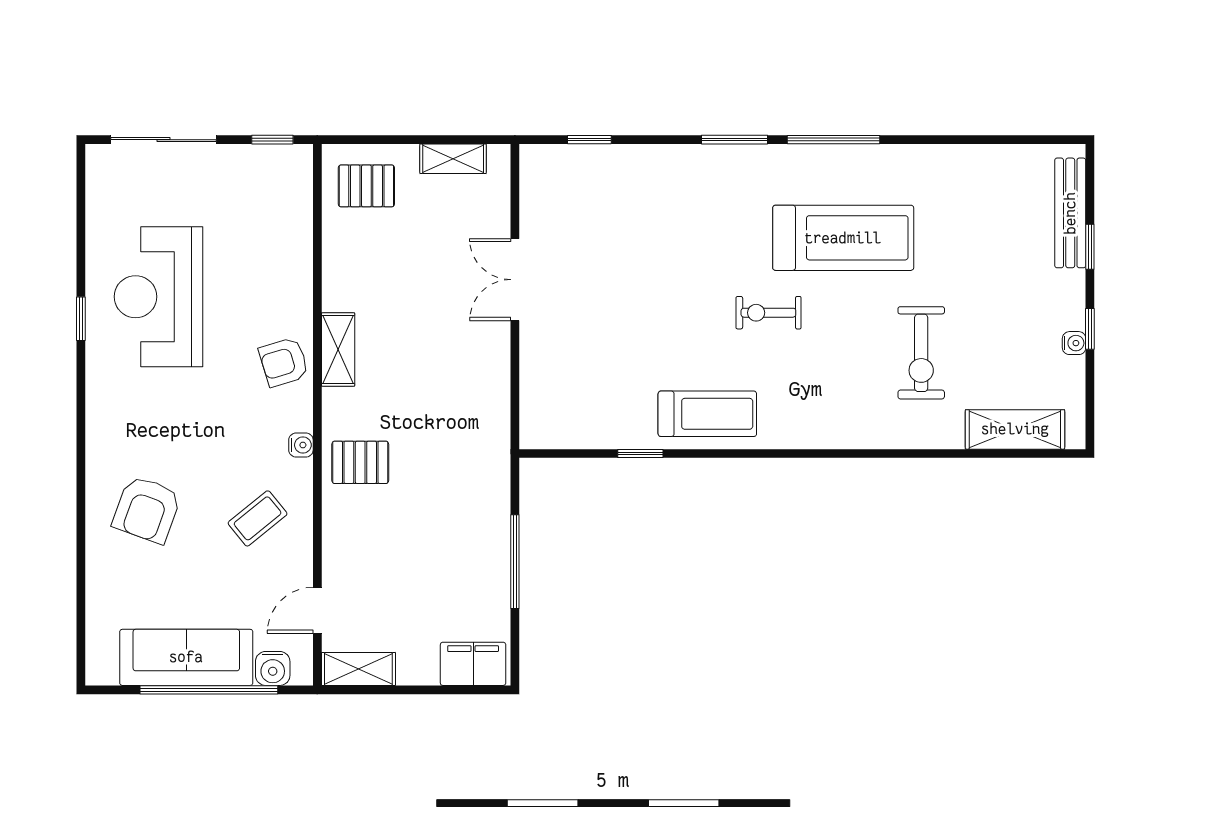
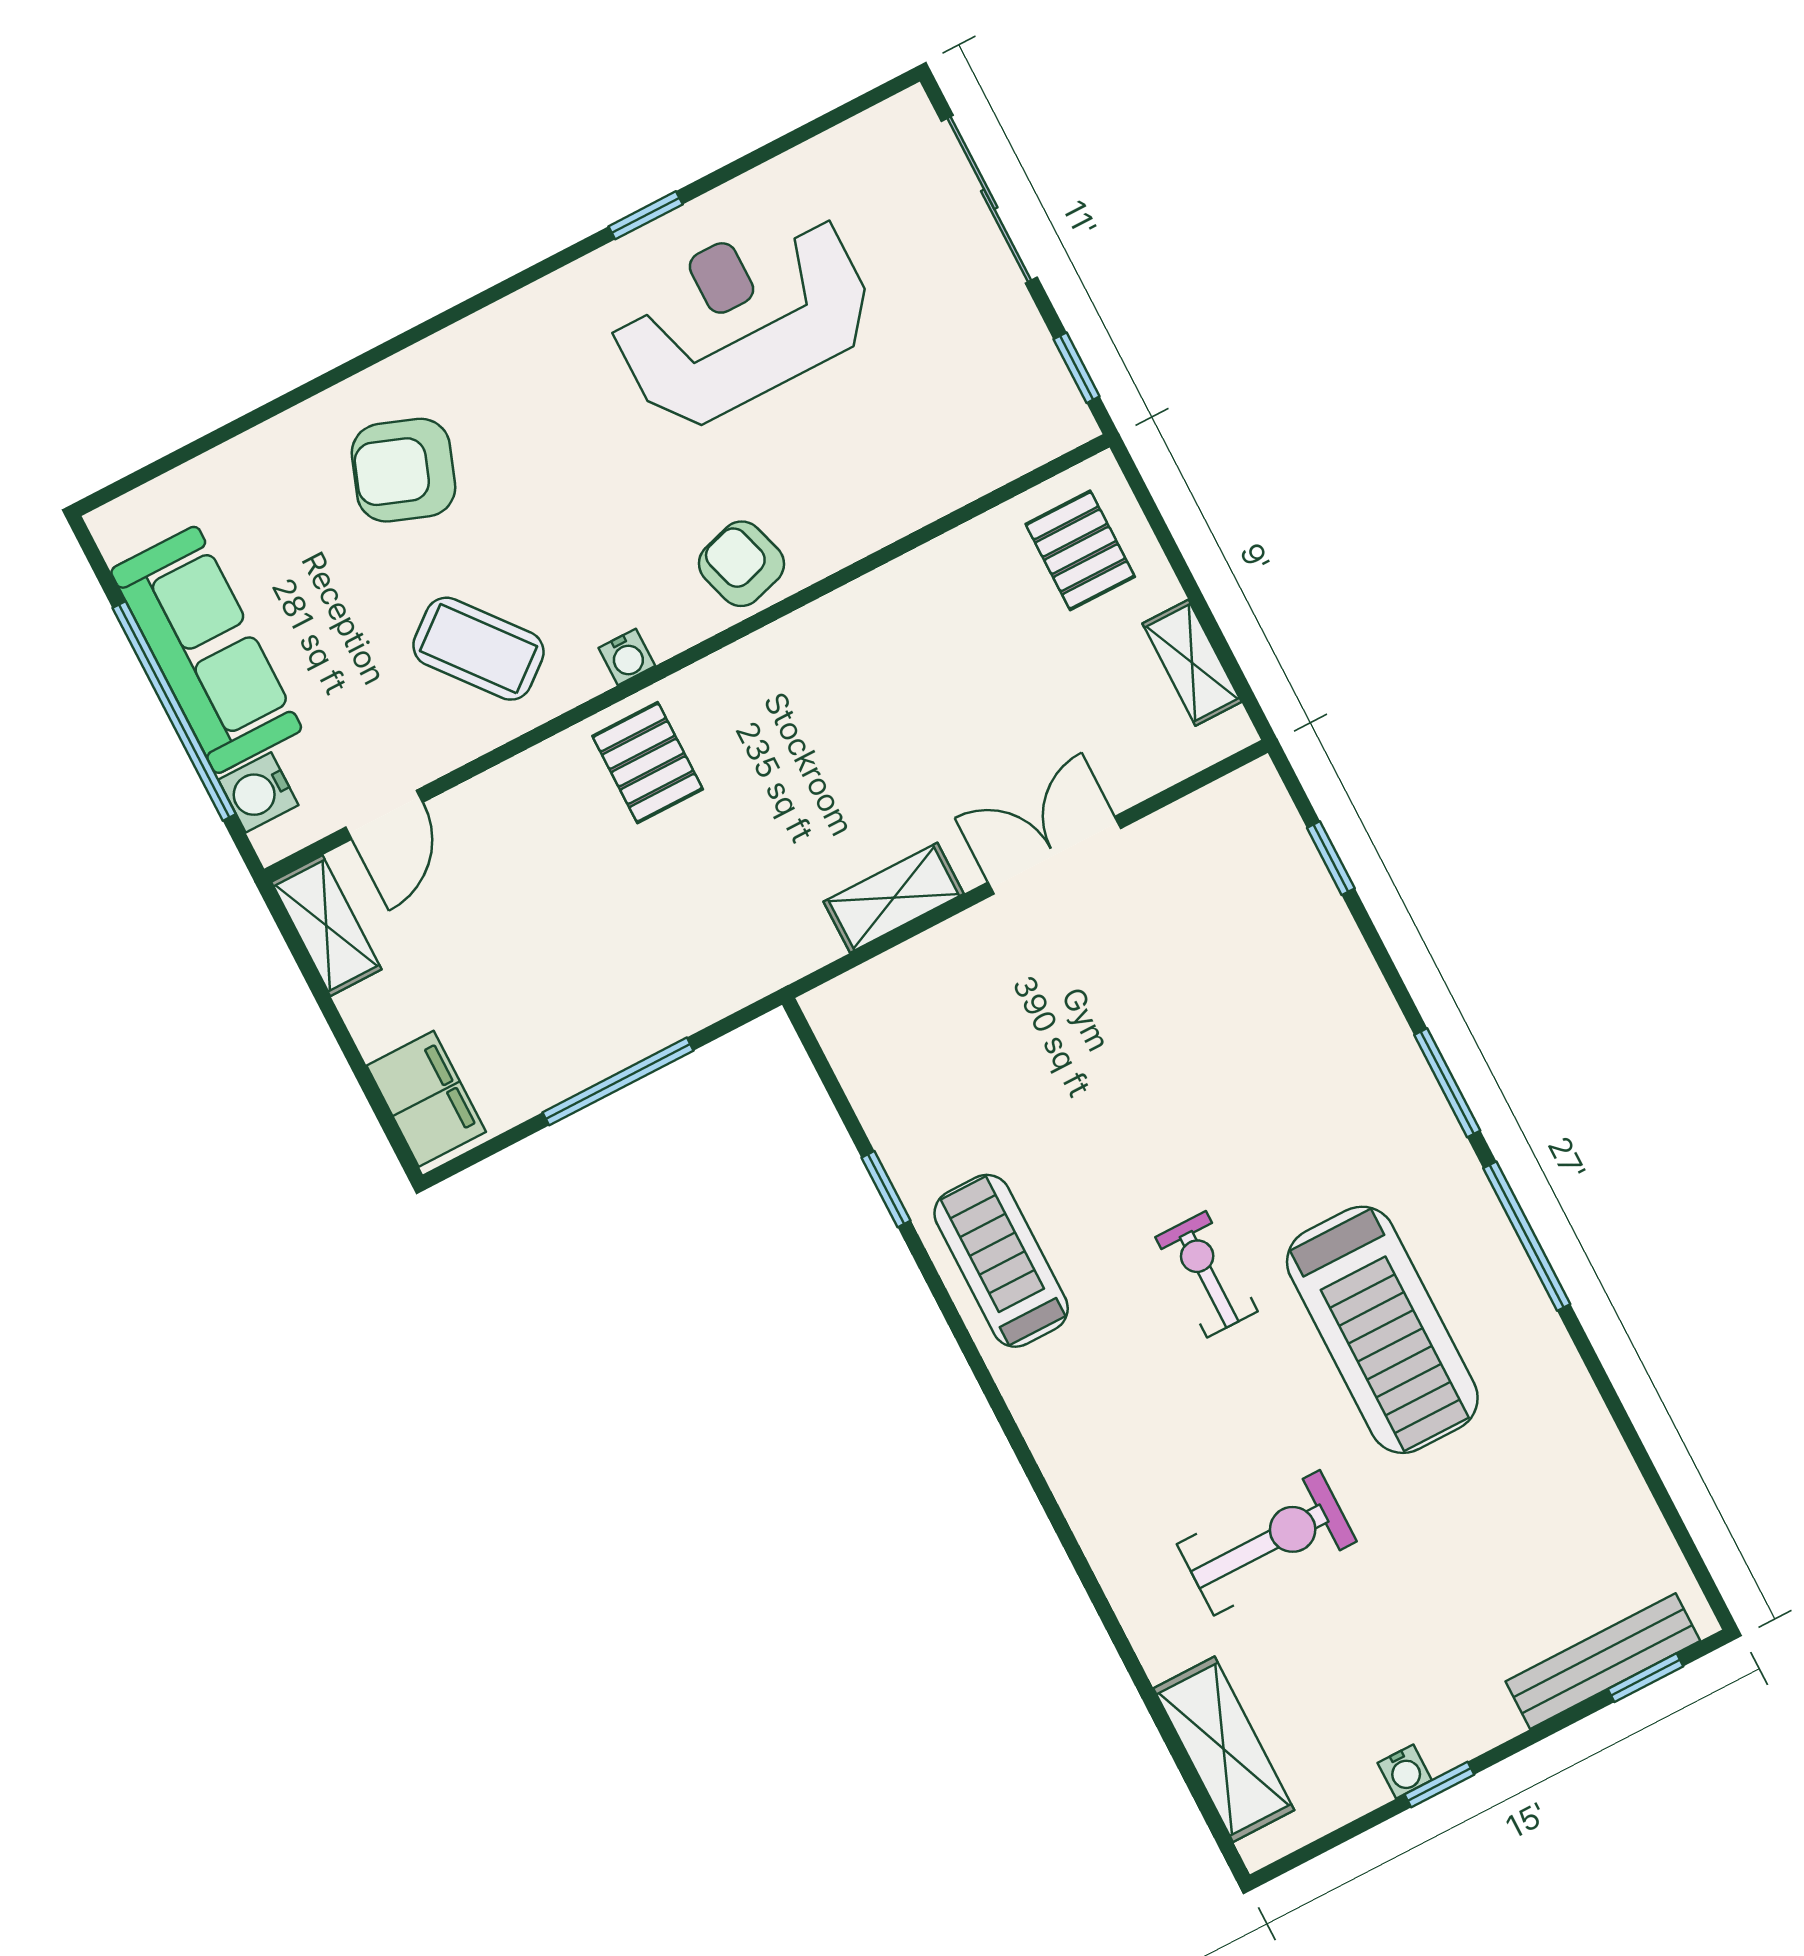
window: (1090, 247) -> (1645, 1678), moved
shelving: (338, 349) -> (894, 898), moved
exercise bike: (921, 353) -> (1267, 1543), turned 180
treadmill: (707, 414) -> (1001, 1261), turned 180
coffee table: (258, 518) -> (478, 649), width x1.36, depth x1.30
door: (317, 610) -> (384, 815), swing flipped

